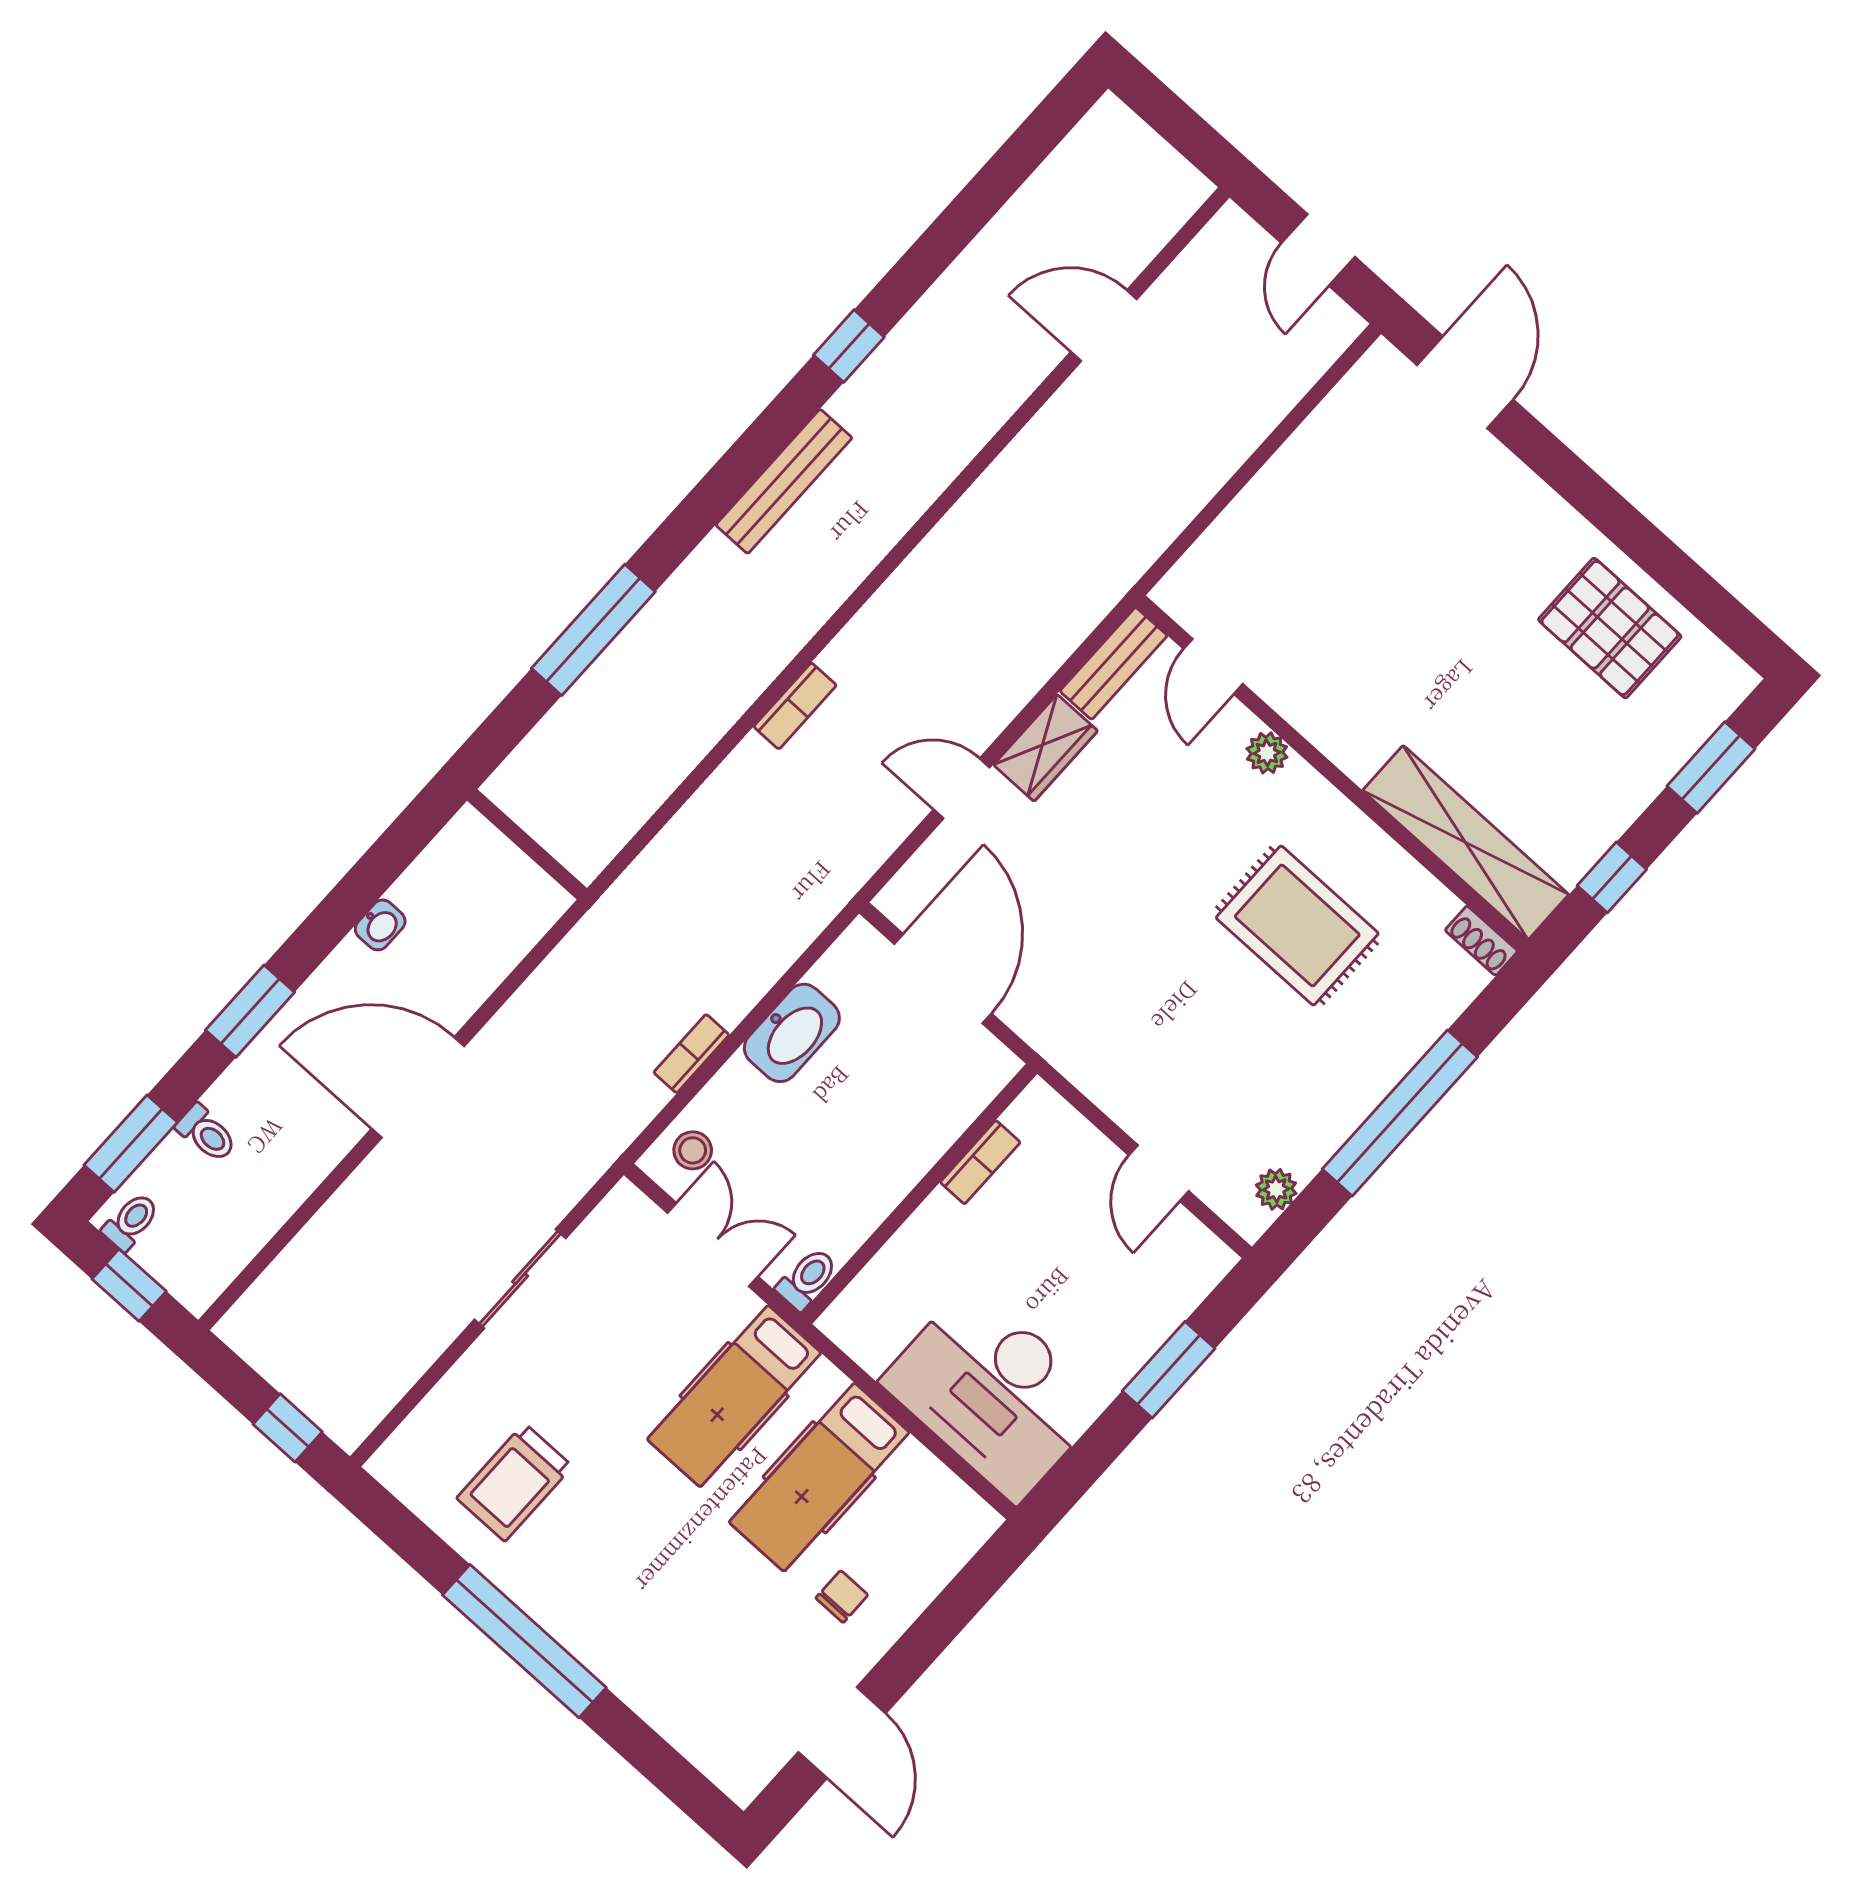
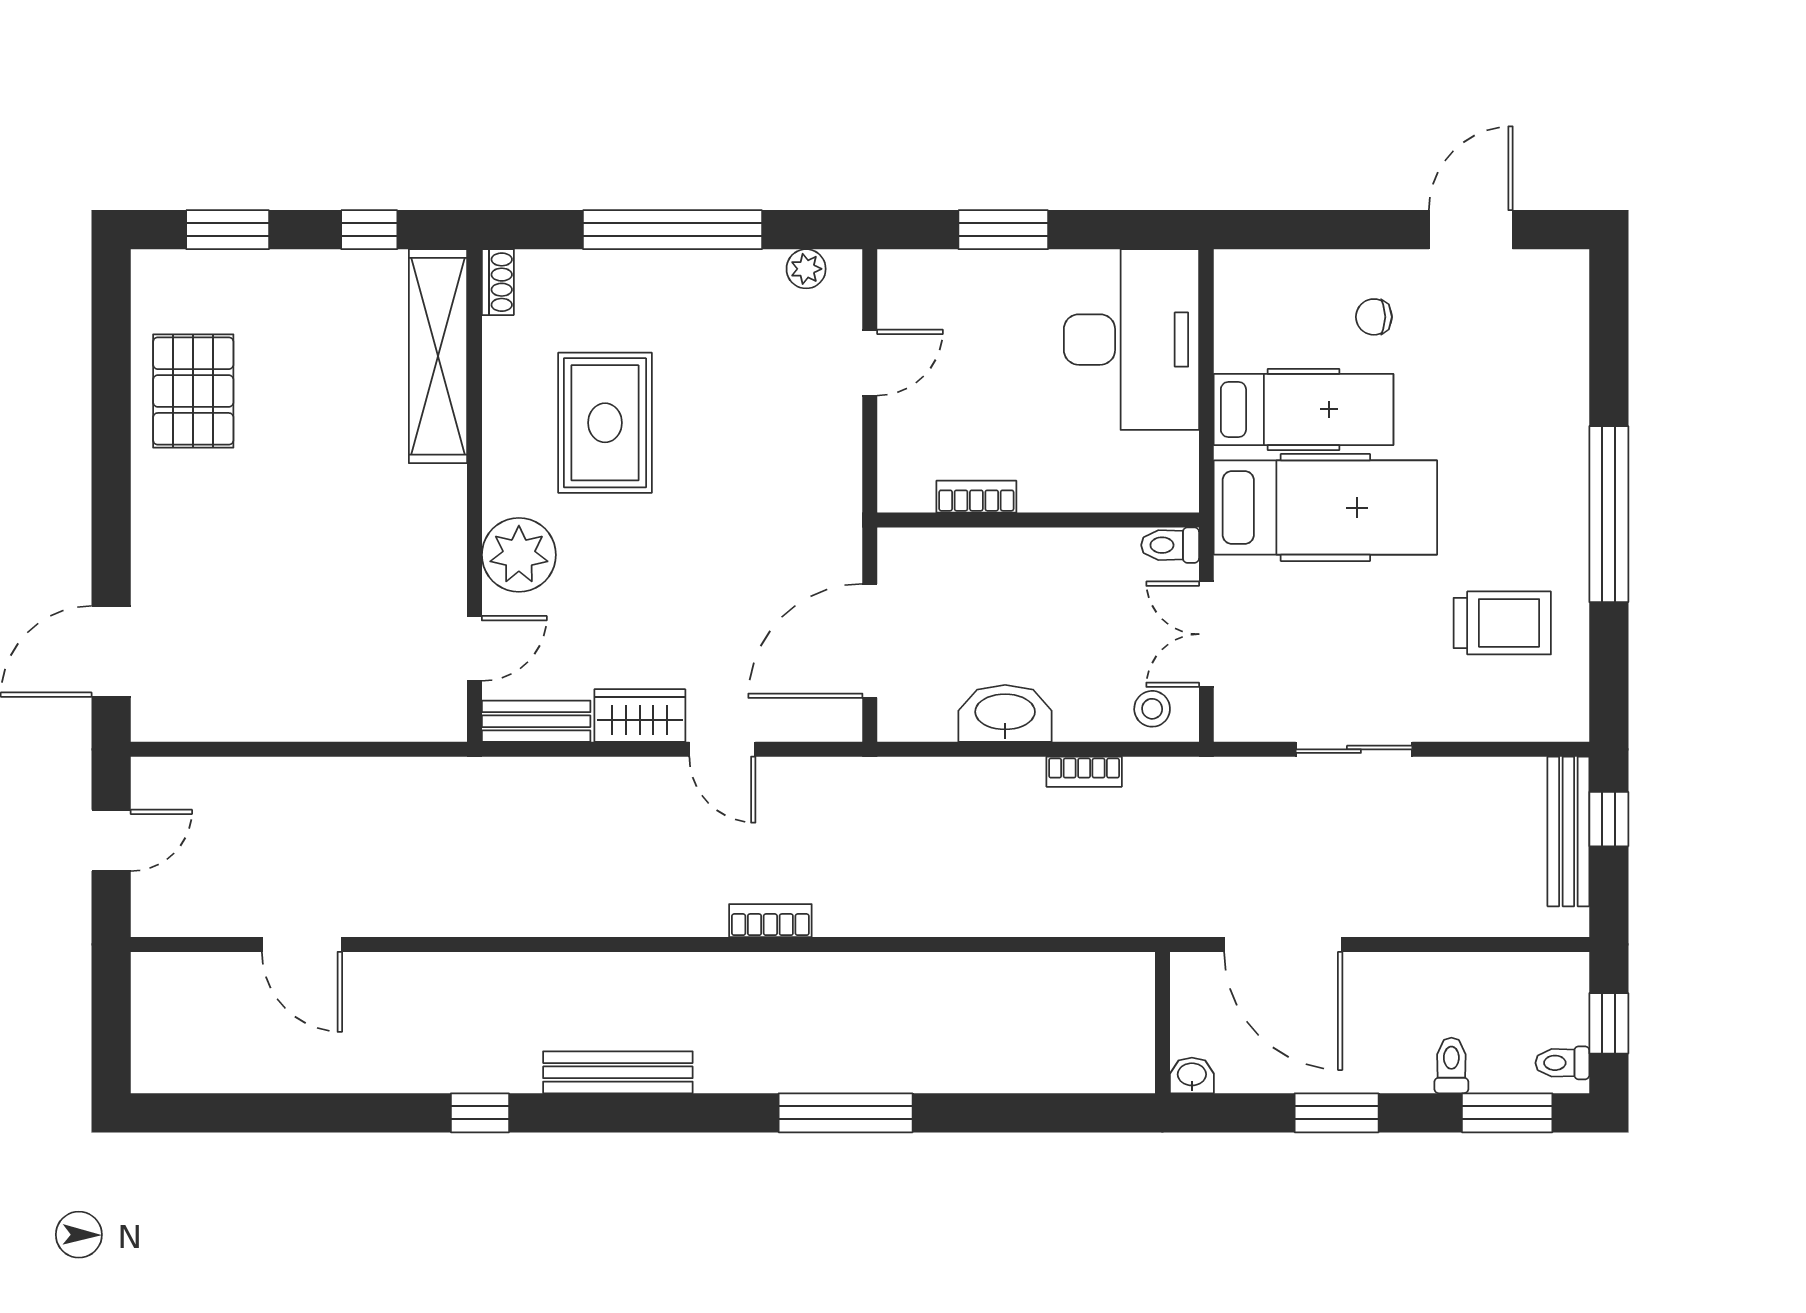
plant: (1267, 753) -> (519, 555), width x1.87, depth x1.87
wall: (527, 844) -> (1162, 1023), moved
bench: (306, 1388) -> (1568, 831), added
hospital bed: (734, 1396) -> (1325, 508), width x1.37, depth x1.29

